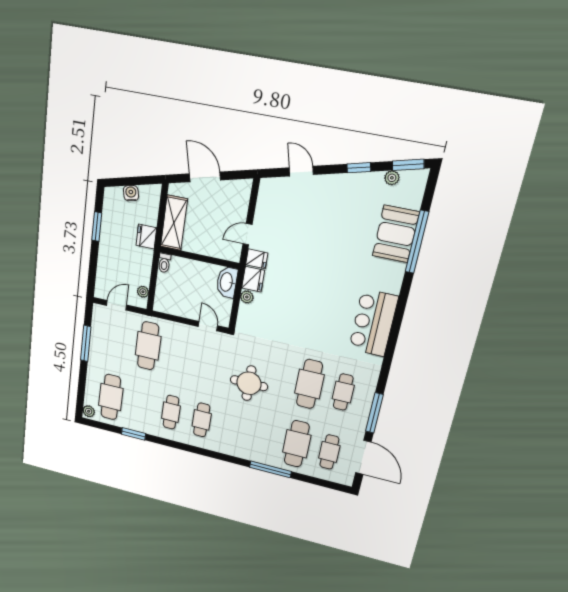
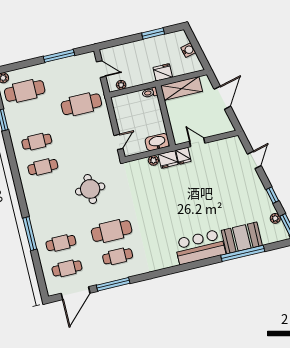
bar counter: (373, 323) -> (200, 247), moved
cafe table: (297, 444) -> (61, 243), width x0.73, depth x0.74

